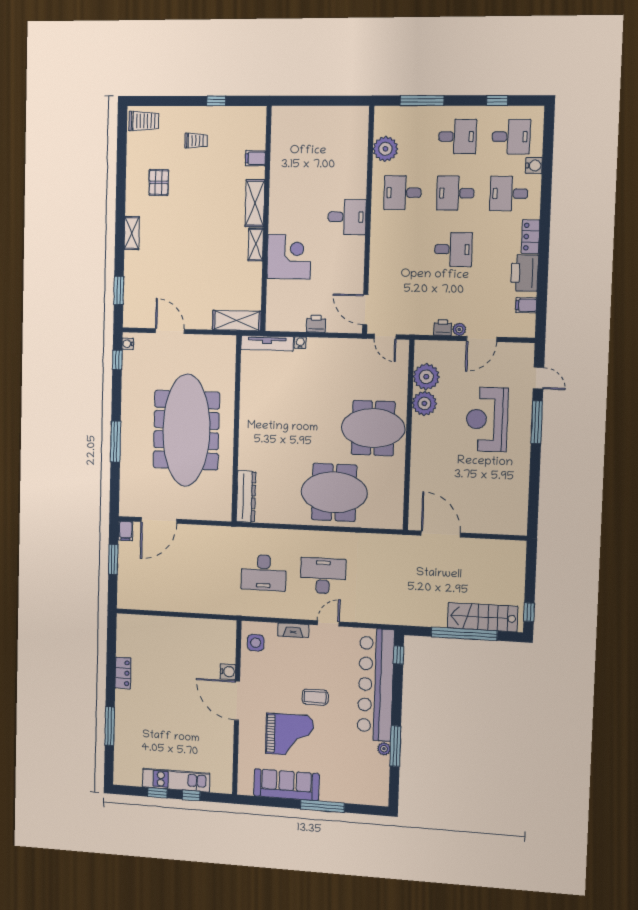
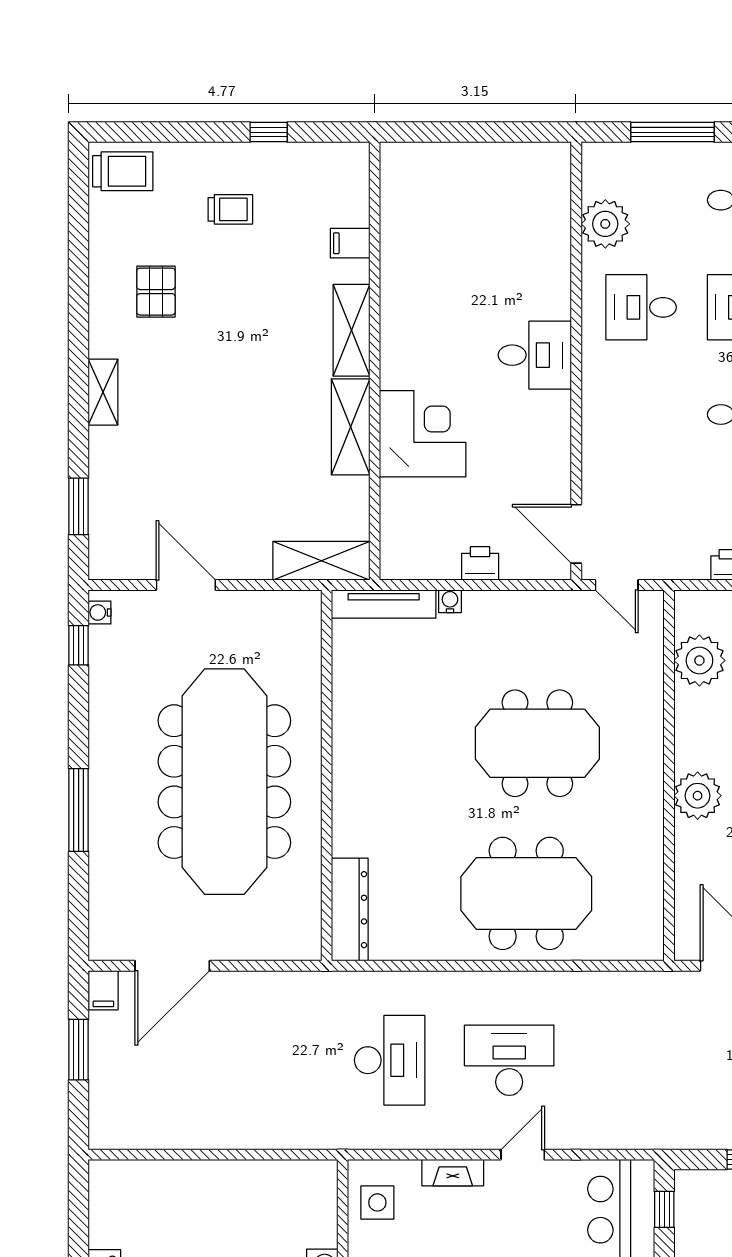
shelving: (256, 244) -> (351, 427), width x1.50, depth x1.33
plant: (424, 403) -> (698, 796), moved
meeting table: (373, 428) -> (537, 743), moved
desk: (264, 573) -> (390, 1060), turned -90

